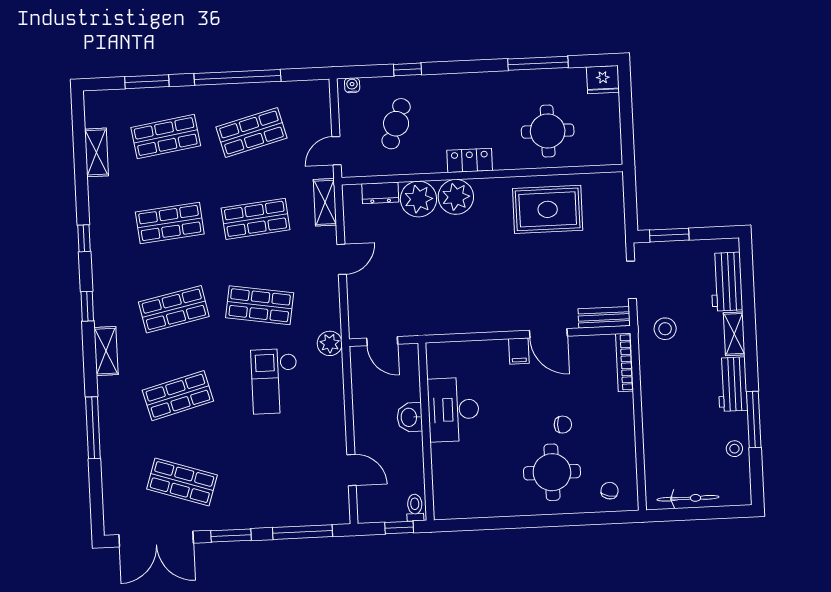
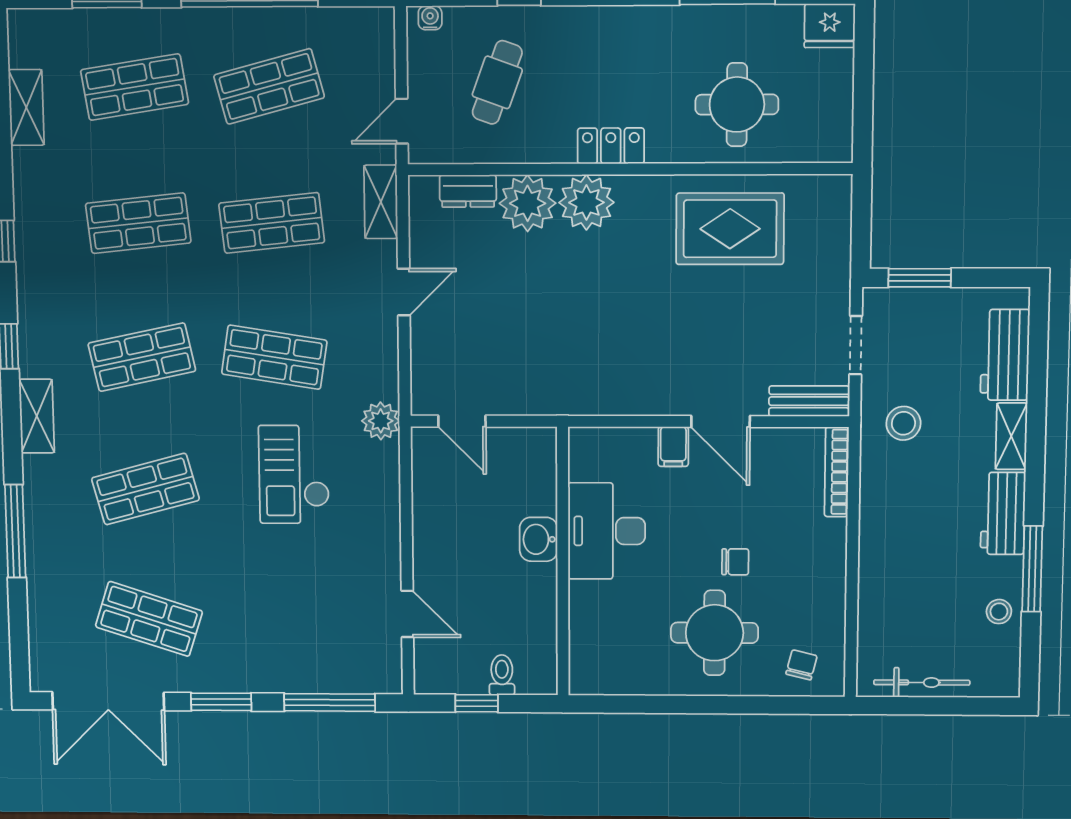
desk: (453, 410) -> (607, 531), moved
washbasin: (410, 417) -> (539, 539), moved
wall: (426, 431) -> (563, 562), moved

